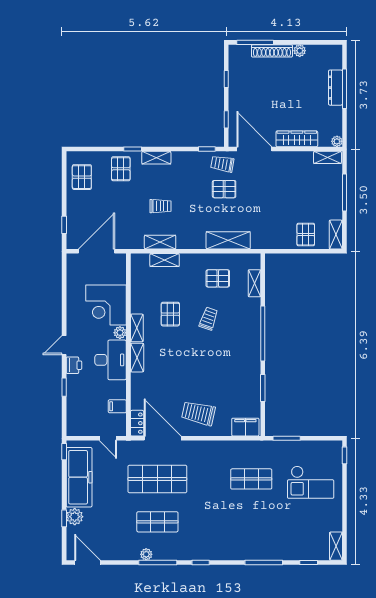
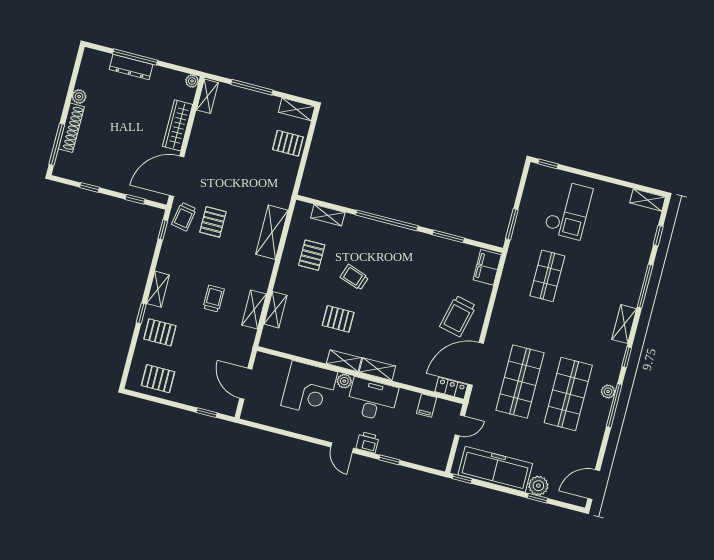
door: (96, 251) -> (246, 384), width x0.73
shop shelf: (157, 522) -> (568, 394), width x1.43, depth x1.36
shelving: (228, 553) -> (624, 324), added
plant: (146, 554) -> (608, 391), moved

